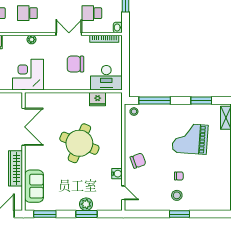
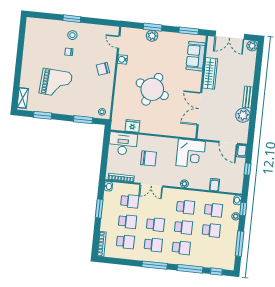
window: (155, 100) -> (83, 120), width x0.69

